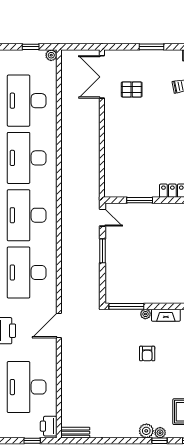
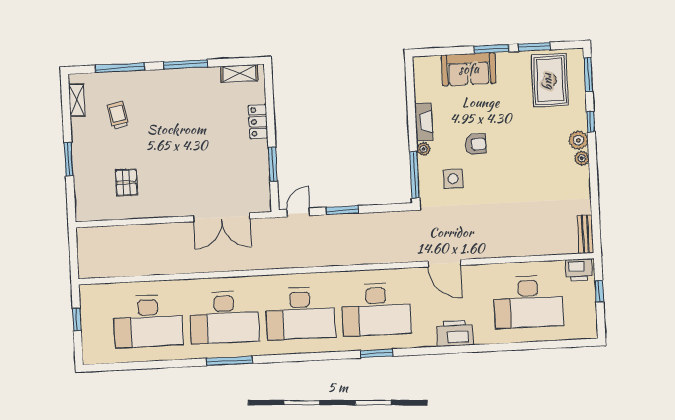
plant: (51, 55) -> (86, 291), removed
double door: (102, 77) -> (222, 217), moved
side table: (122, 335) -> (453, 179), added
plant: (160, 433) -> (582, 158), moved

